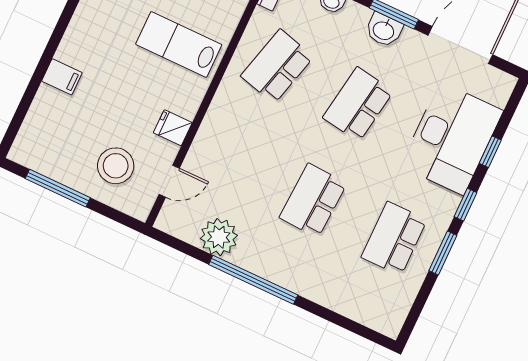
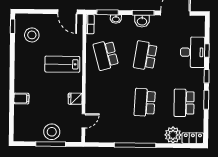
school desk: (277, 66) -> (106, 55), turned -30
desk: (452, 138) -> (193, 52), width x0.73, depth x0.77
stool: (116, 166) -> (52, 132), moved
window: (58, 188) -> (51, 144), moved
plant: (219, 237) -> (173, 135), moved
locker: (379, 319) -> (193, 138), added

